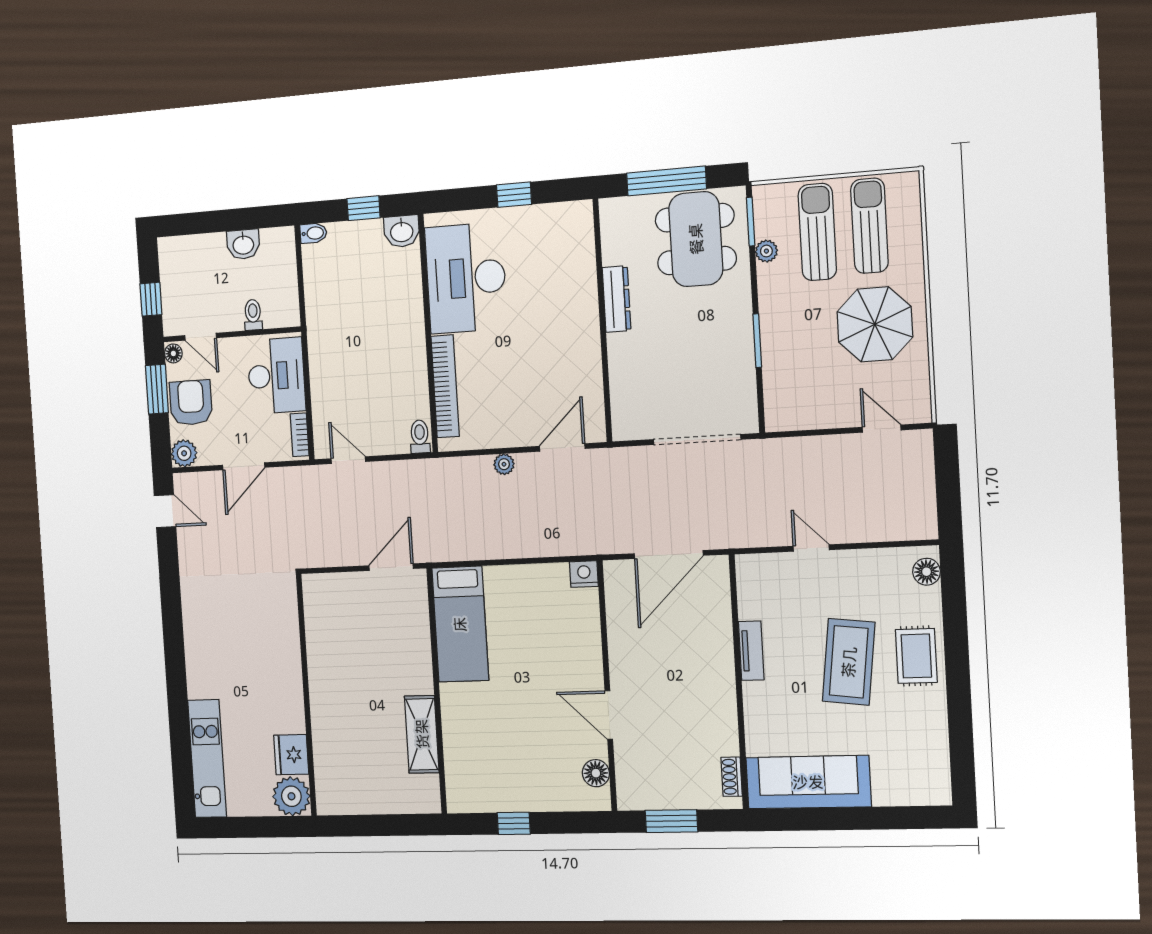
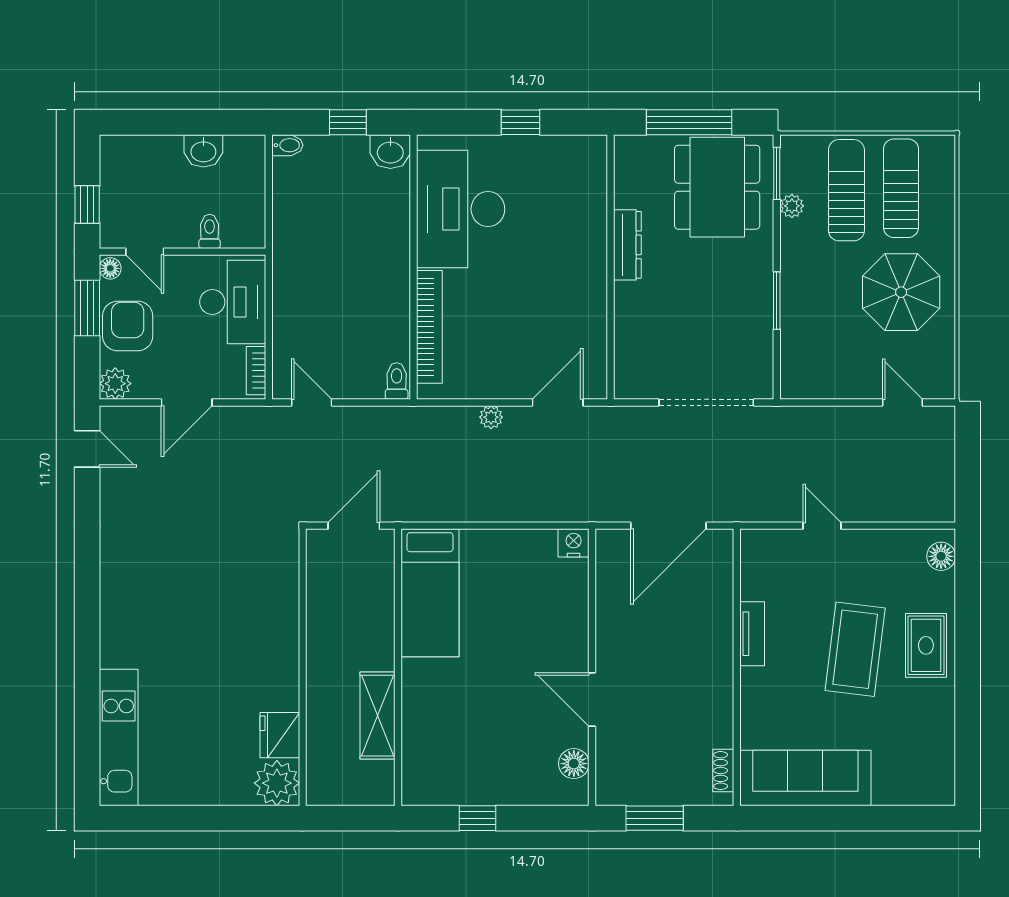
wall: (306, 695) -> (303, 667), moved
fridge: (291, 755) -> (280, 735), moved
plant: (291, 796) -> (277, 783), moved

